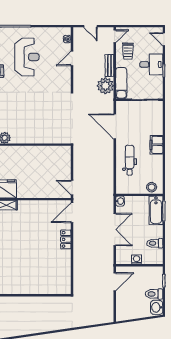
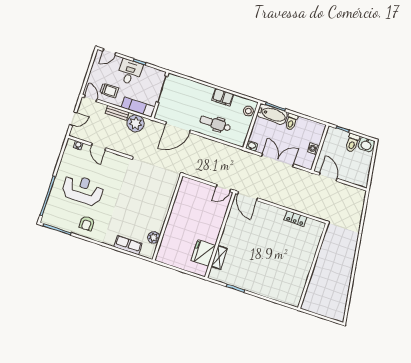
filing cabinet: (157, 145) -> (223, 97), moved
locker: (66, 239) -> (296, 219), moved
toilet: (155, 243) -> (291, 122), moved

